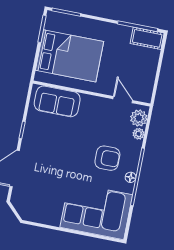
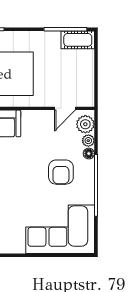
door: (123, 100) -> (65, 108), swing flipped
armchair: (107, 158) -> (61, 172), turned 90
floor lamp: (131, 177) -> (89, 154), moved

